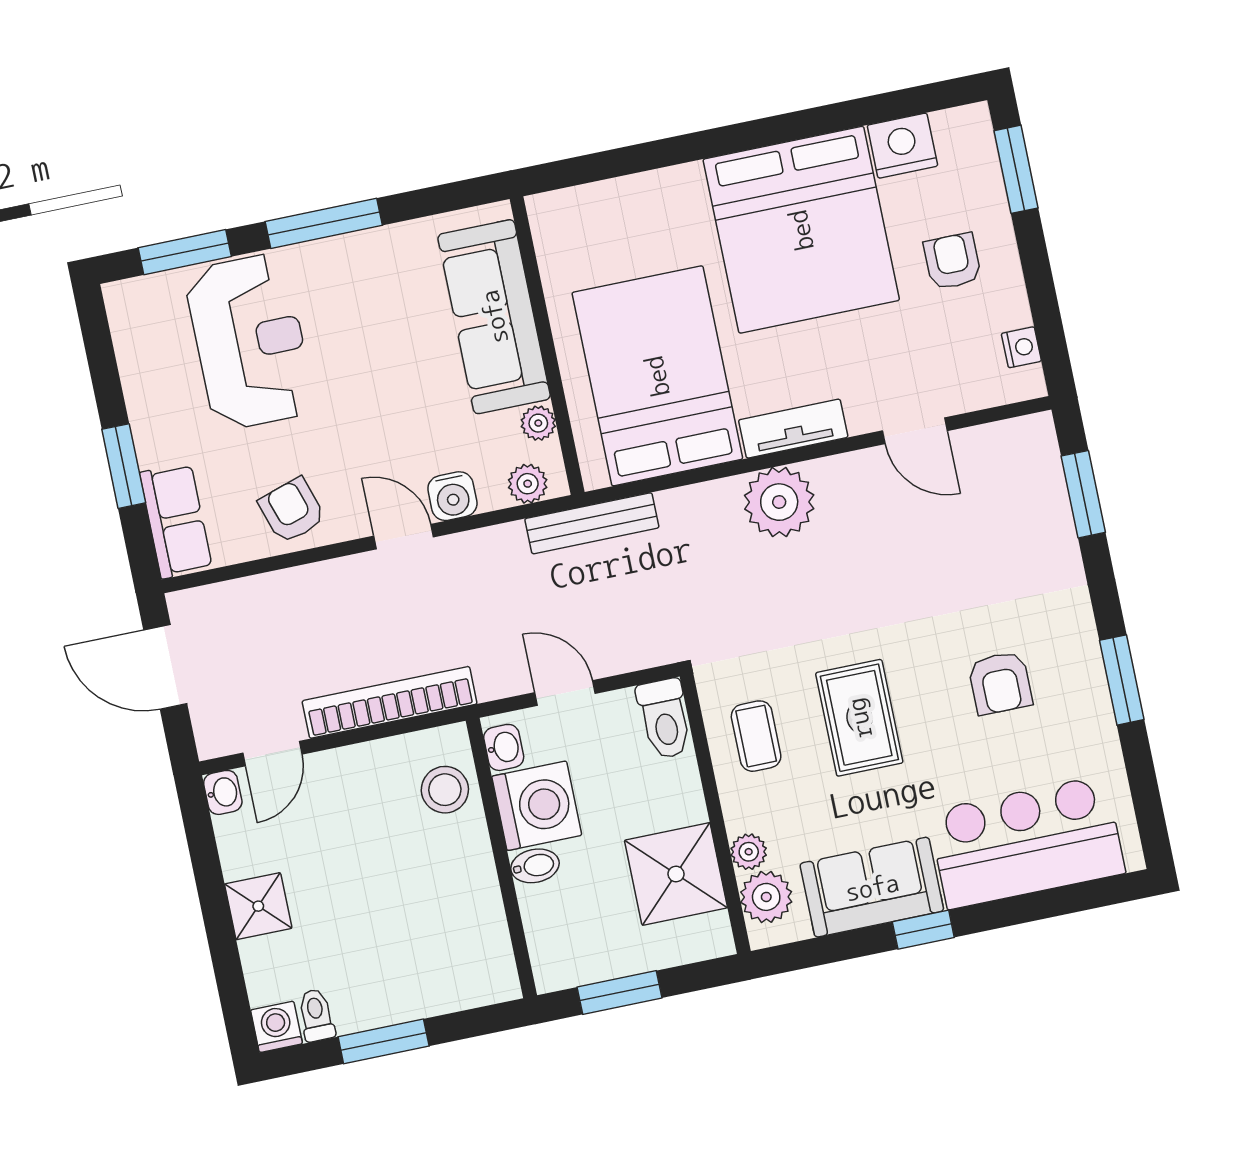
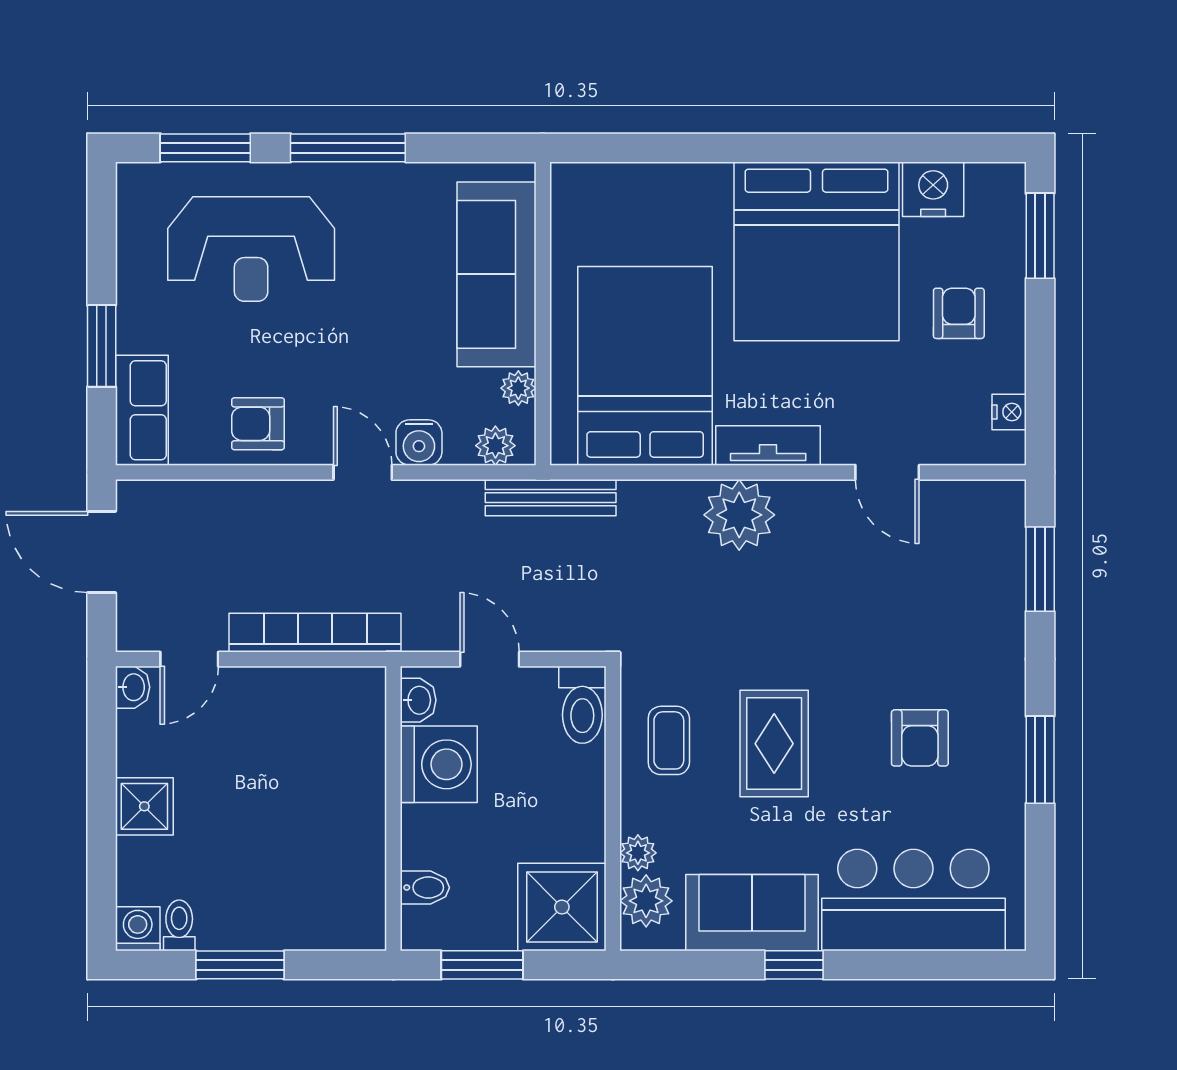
reception desk: (250, 341) -> (251, 249), turned 90
armchair: (292, 510) -> (258, 424), turned -72
stool: (445, 790) -> (352, 730), removed
bidet: (535, 866) -> (425, 888), moved
shower: (676, 874) -> (562, 907), moved

